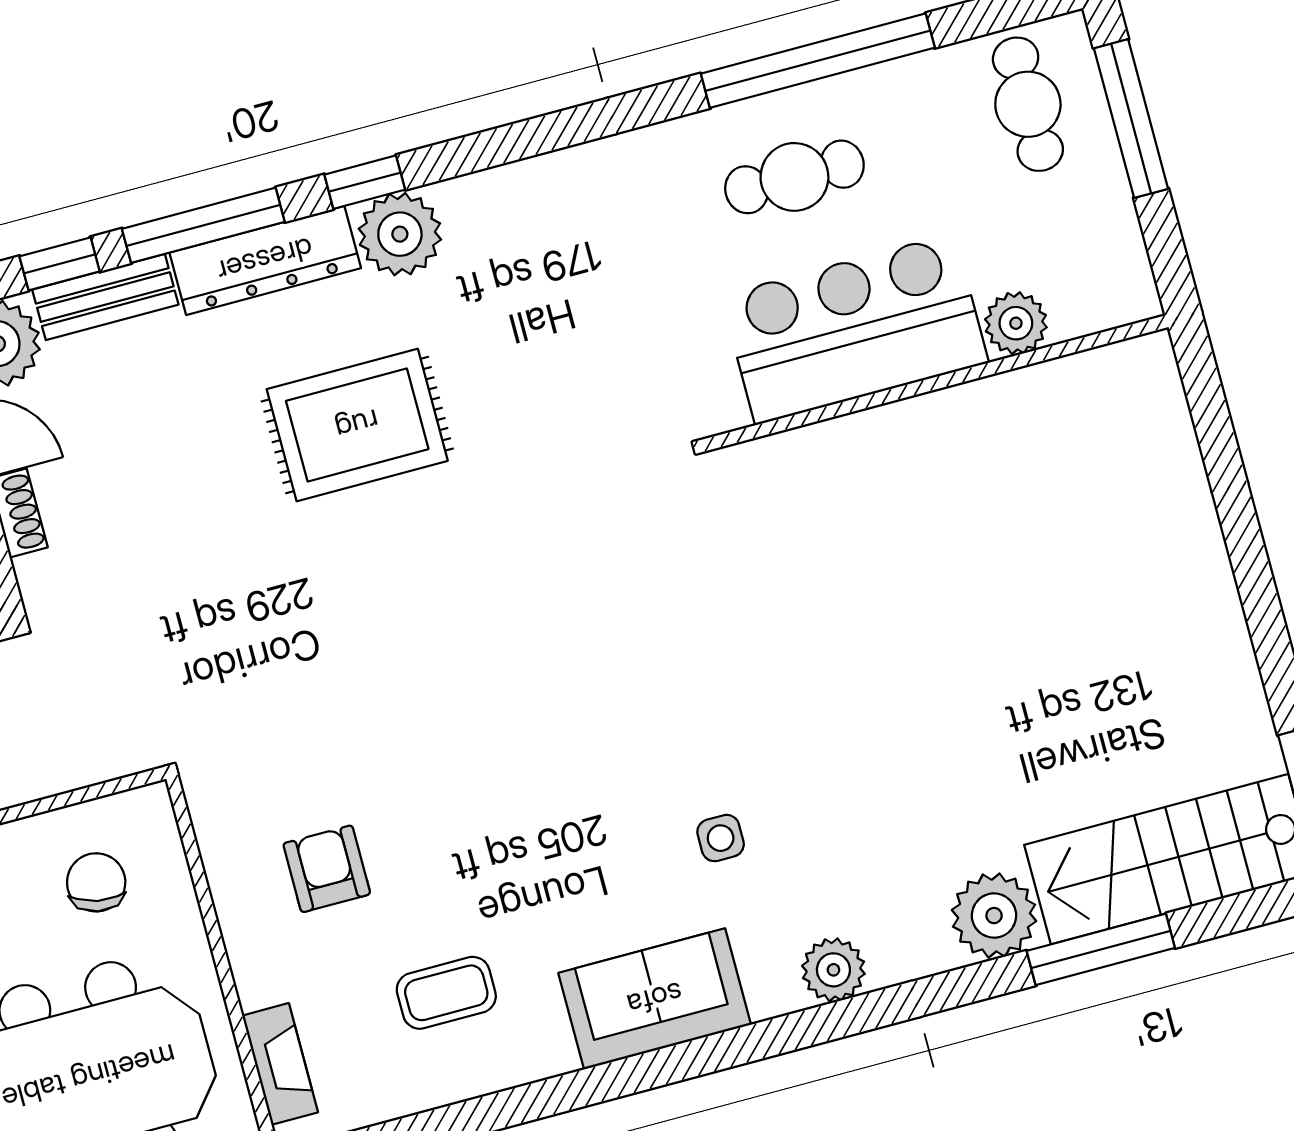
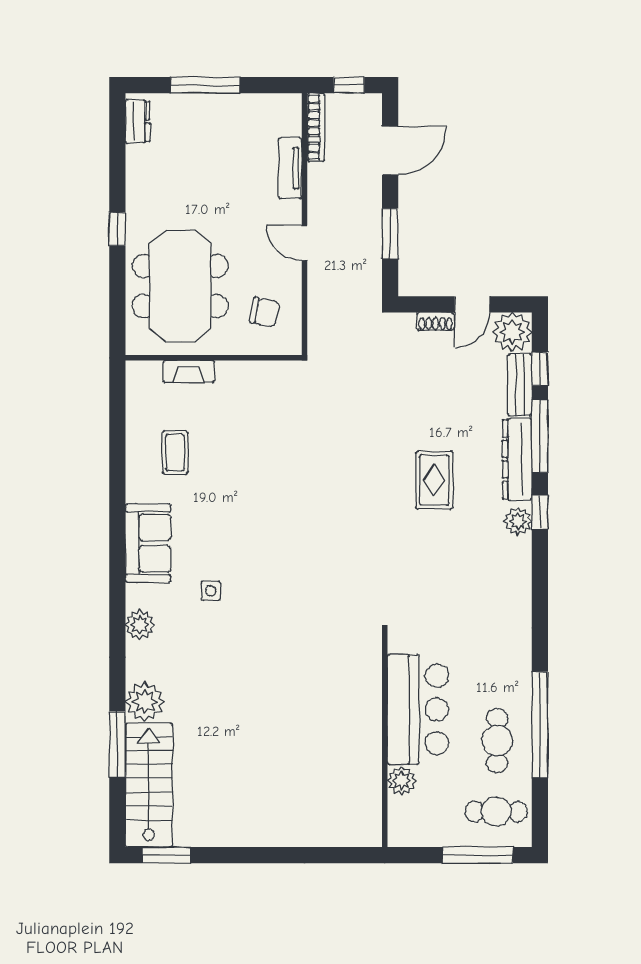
cafe table: (794, 177) -> (497, 741), moved
plant: (400, 234) -> (518, 521), width x0.73, depth x0.73
rug: (357, 425) -> (434, 480), width x0.73, depth x0.70
armchair: (327, 869) -> (243, 415), removed
fireplace: (280, 1064) -> (189, 371), moved

